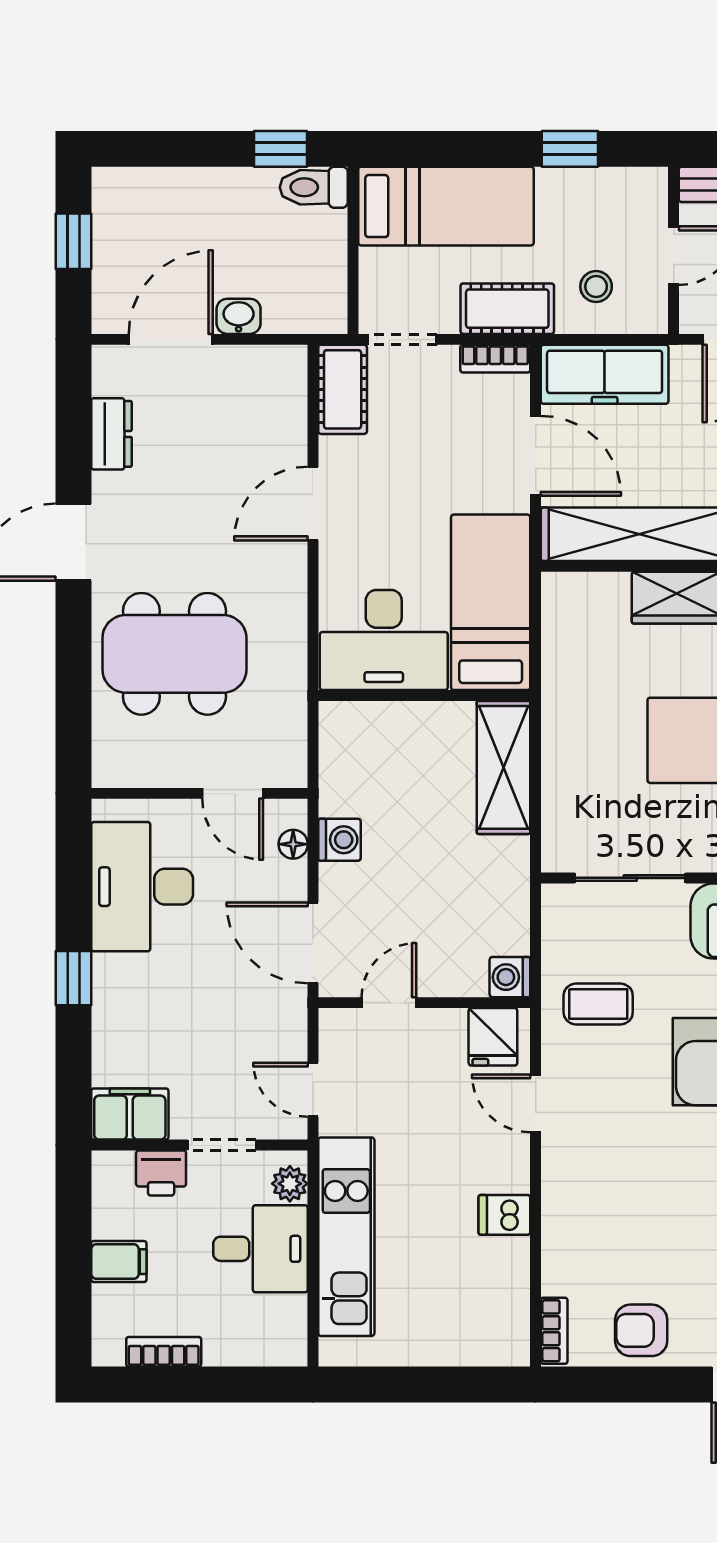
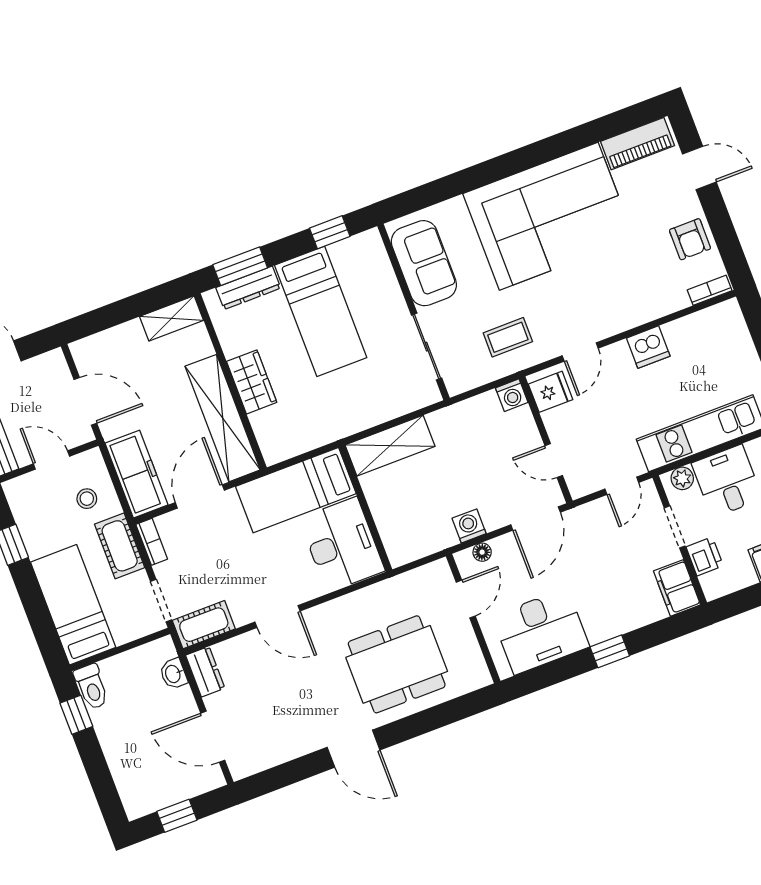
washbasin: (239, 316) -> (173, 674), moved
dresser: (111, 434) -> (205, 672), moved, turned 90
dining table: (174, 654) -> (397, 664), turned 90
coffee table: (598, 1004) -> (508, 337), turned 90
dishwasher: (504, 1215) -> (648, 347), width x1.38

